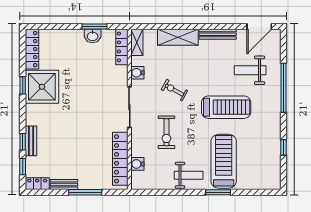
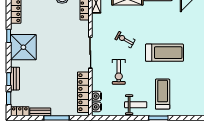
weight bench: (250, 70) -> (183, 24), removed
water cooler: (137, 73) -> (96, 107), moved
shower: (42, 87) -> (23, 47), moved
treadmill: (224, 161) -> (163, 94), width x0.73, depth x0.73

